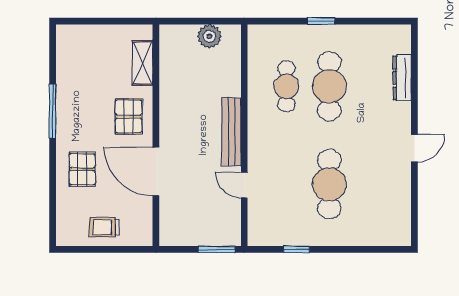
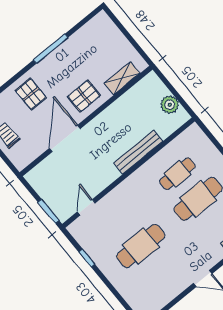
bench: (231, 132) -> (138, 152), moved
pallet: (82, 169) -> (31, 94), turned 90
door: (244, 185) -> (86, 207), moved

